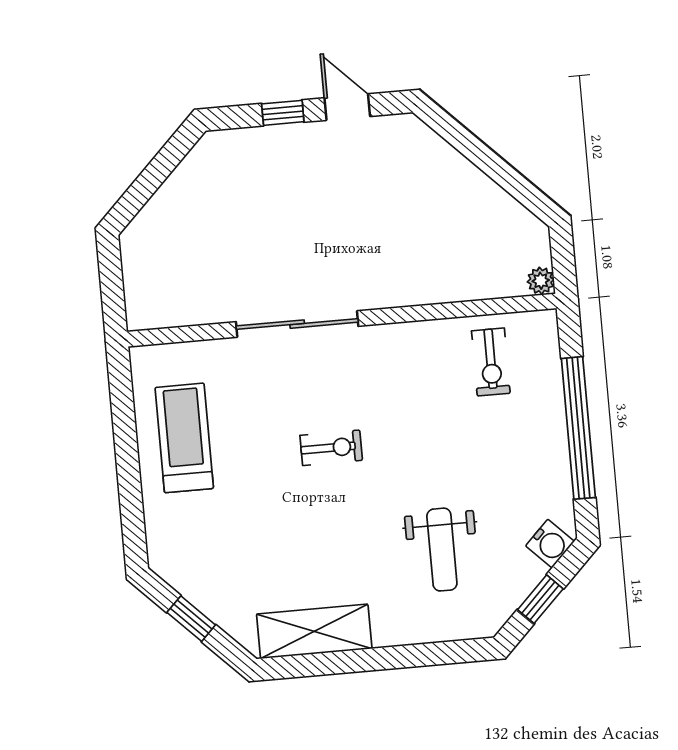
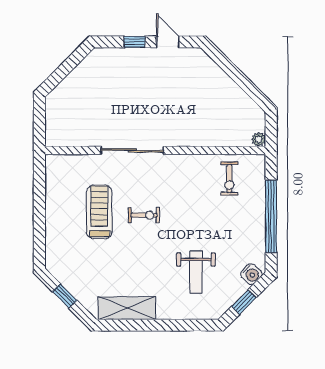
treadmill: (184, 438) -> (99, 212), moved

